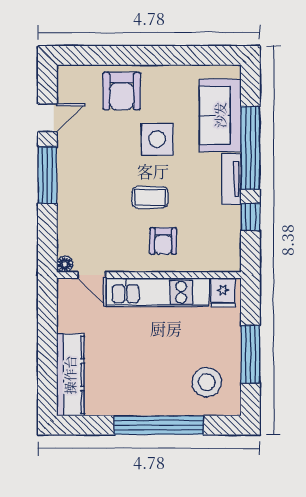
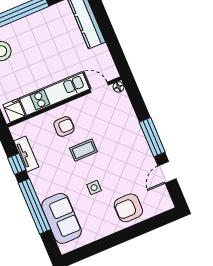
armchair: (122, 91) -> (128, 208), turned -90
side table: (157, 139) -> (94, 188), width x0.54, depth x0.54
tv unit: (231, 179) -> (26, 154), moved
armchair: (163, 241) -> (64, 127), turned 90

